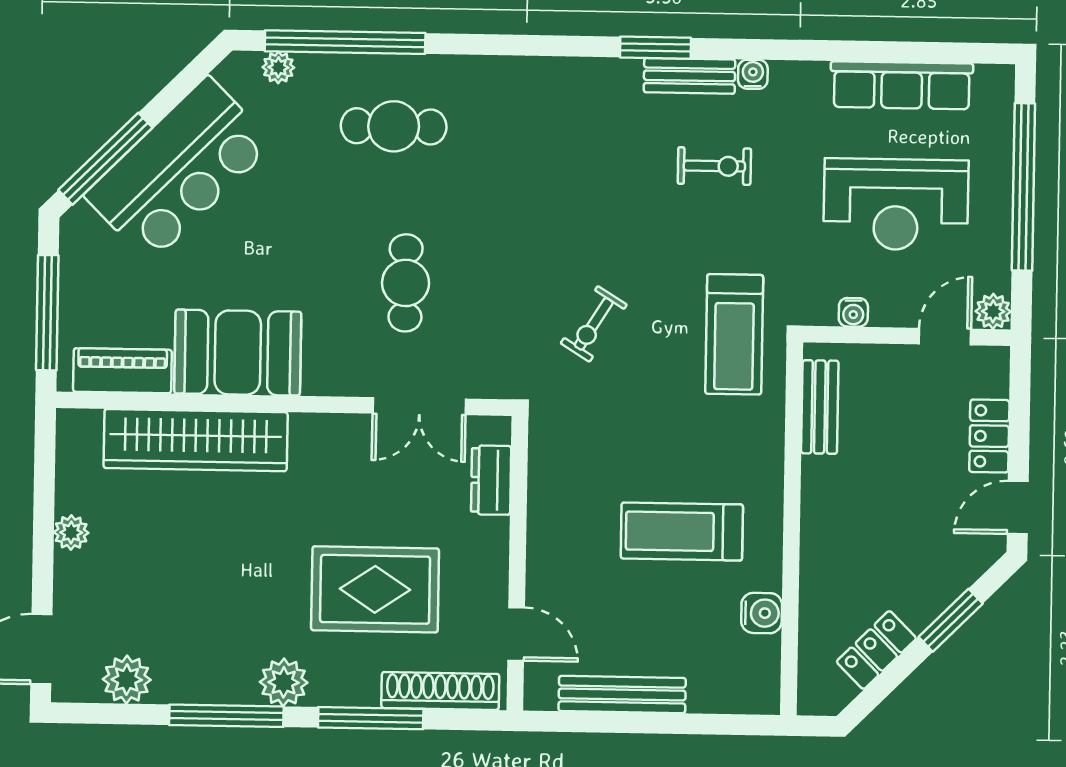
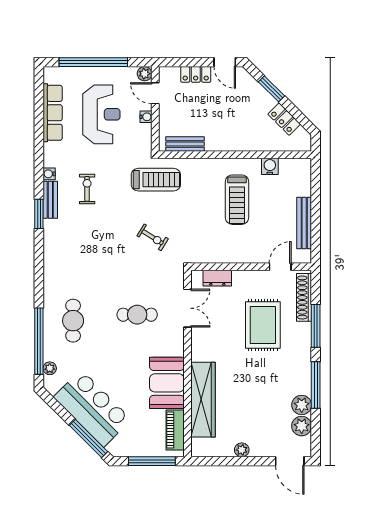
water cooler: (853, 312) -> (146, 117), moved
plant: (284, 682) -> (302, 405), moved

